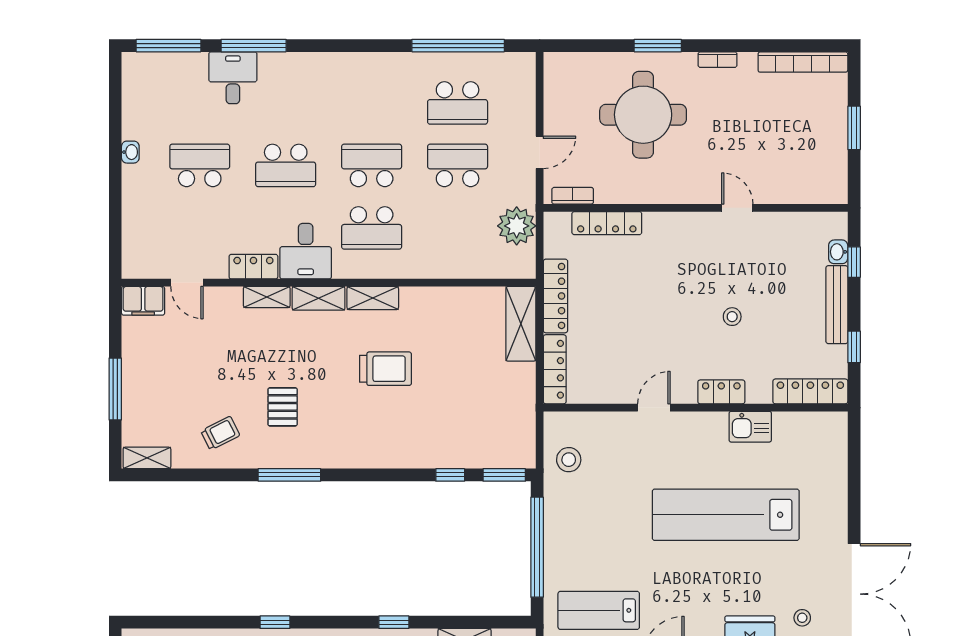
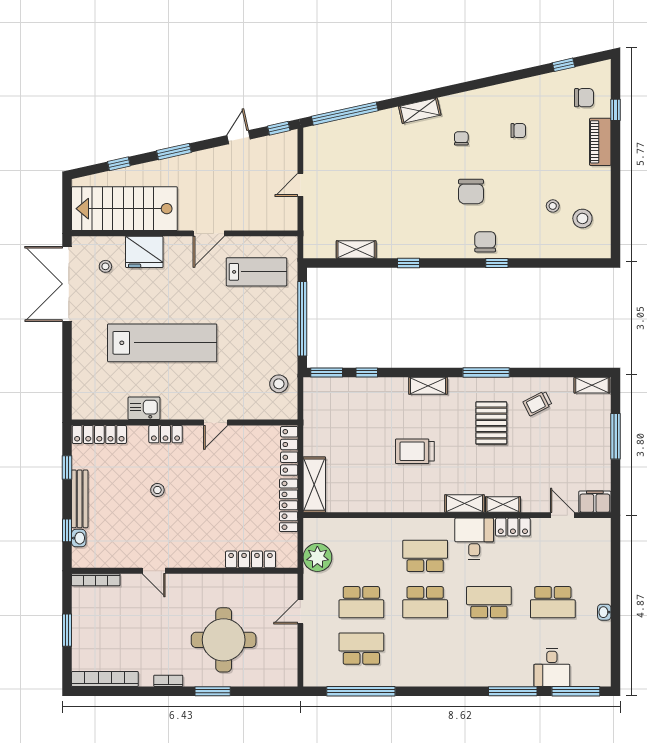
desk: (233, 78) -> (552, 667), moved
bookcase: (573, 196) -> (96, 580), moved, width x1.56
shelving: (373, 298) -> (428, 386), moved
pallet: (283, 407) -> (491, 423), width x1.50, depth x1.42

